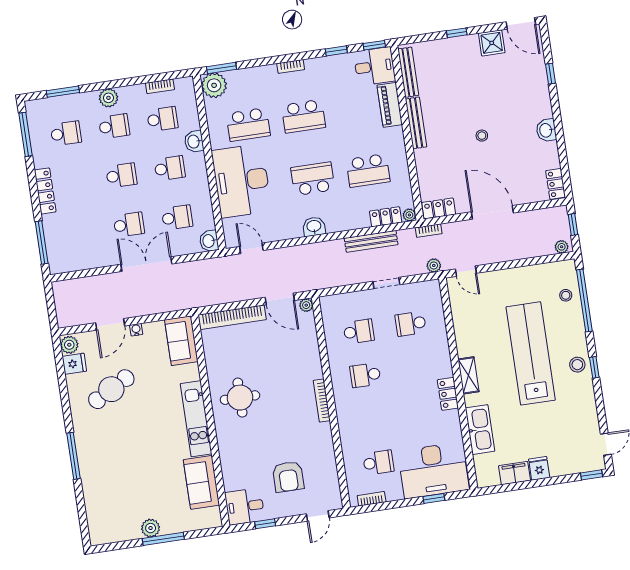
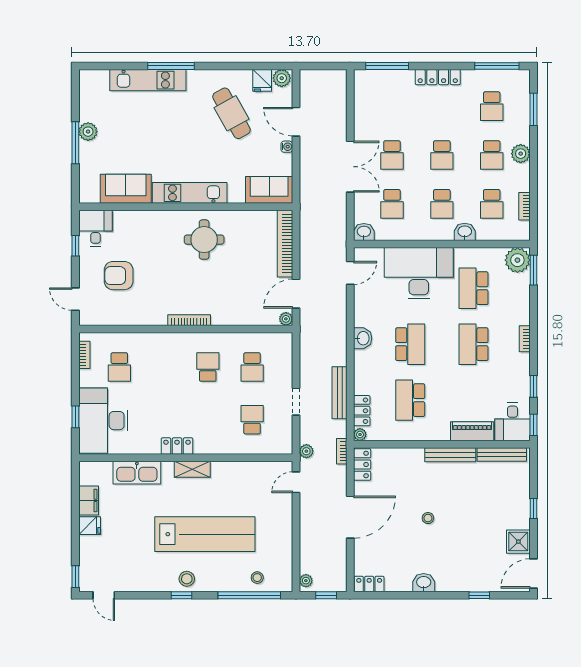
kitchen unit: (91, 477) -> (148, 80), added

